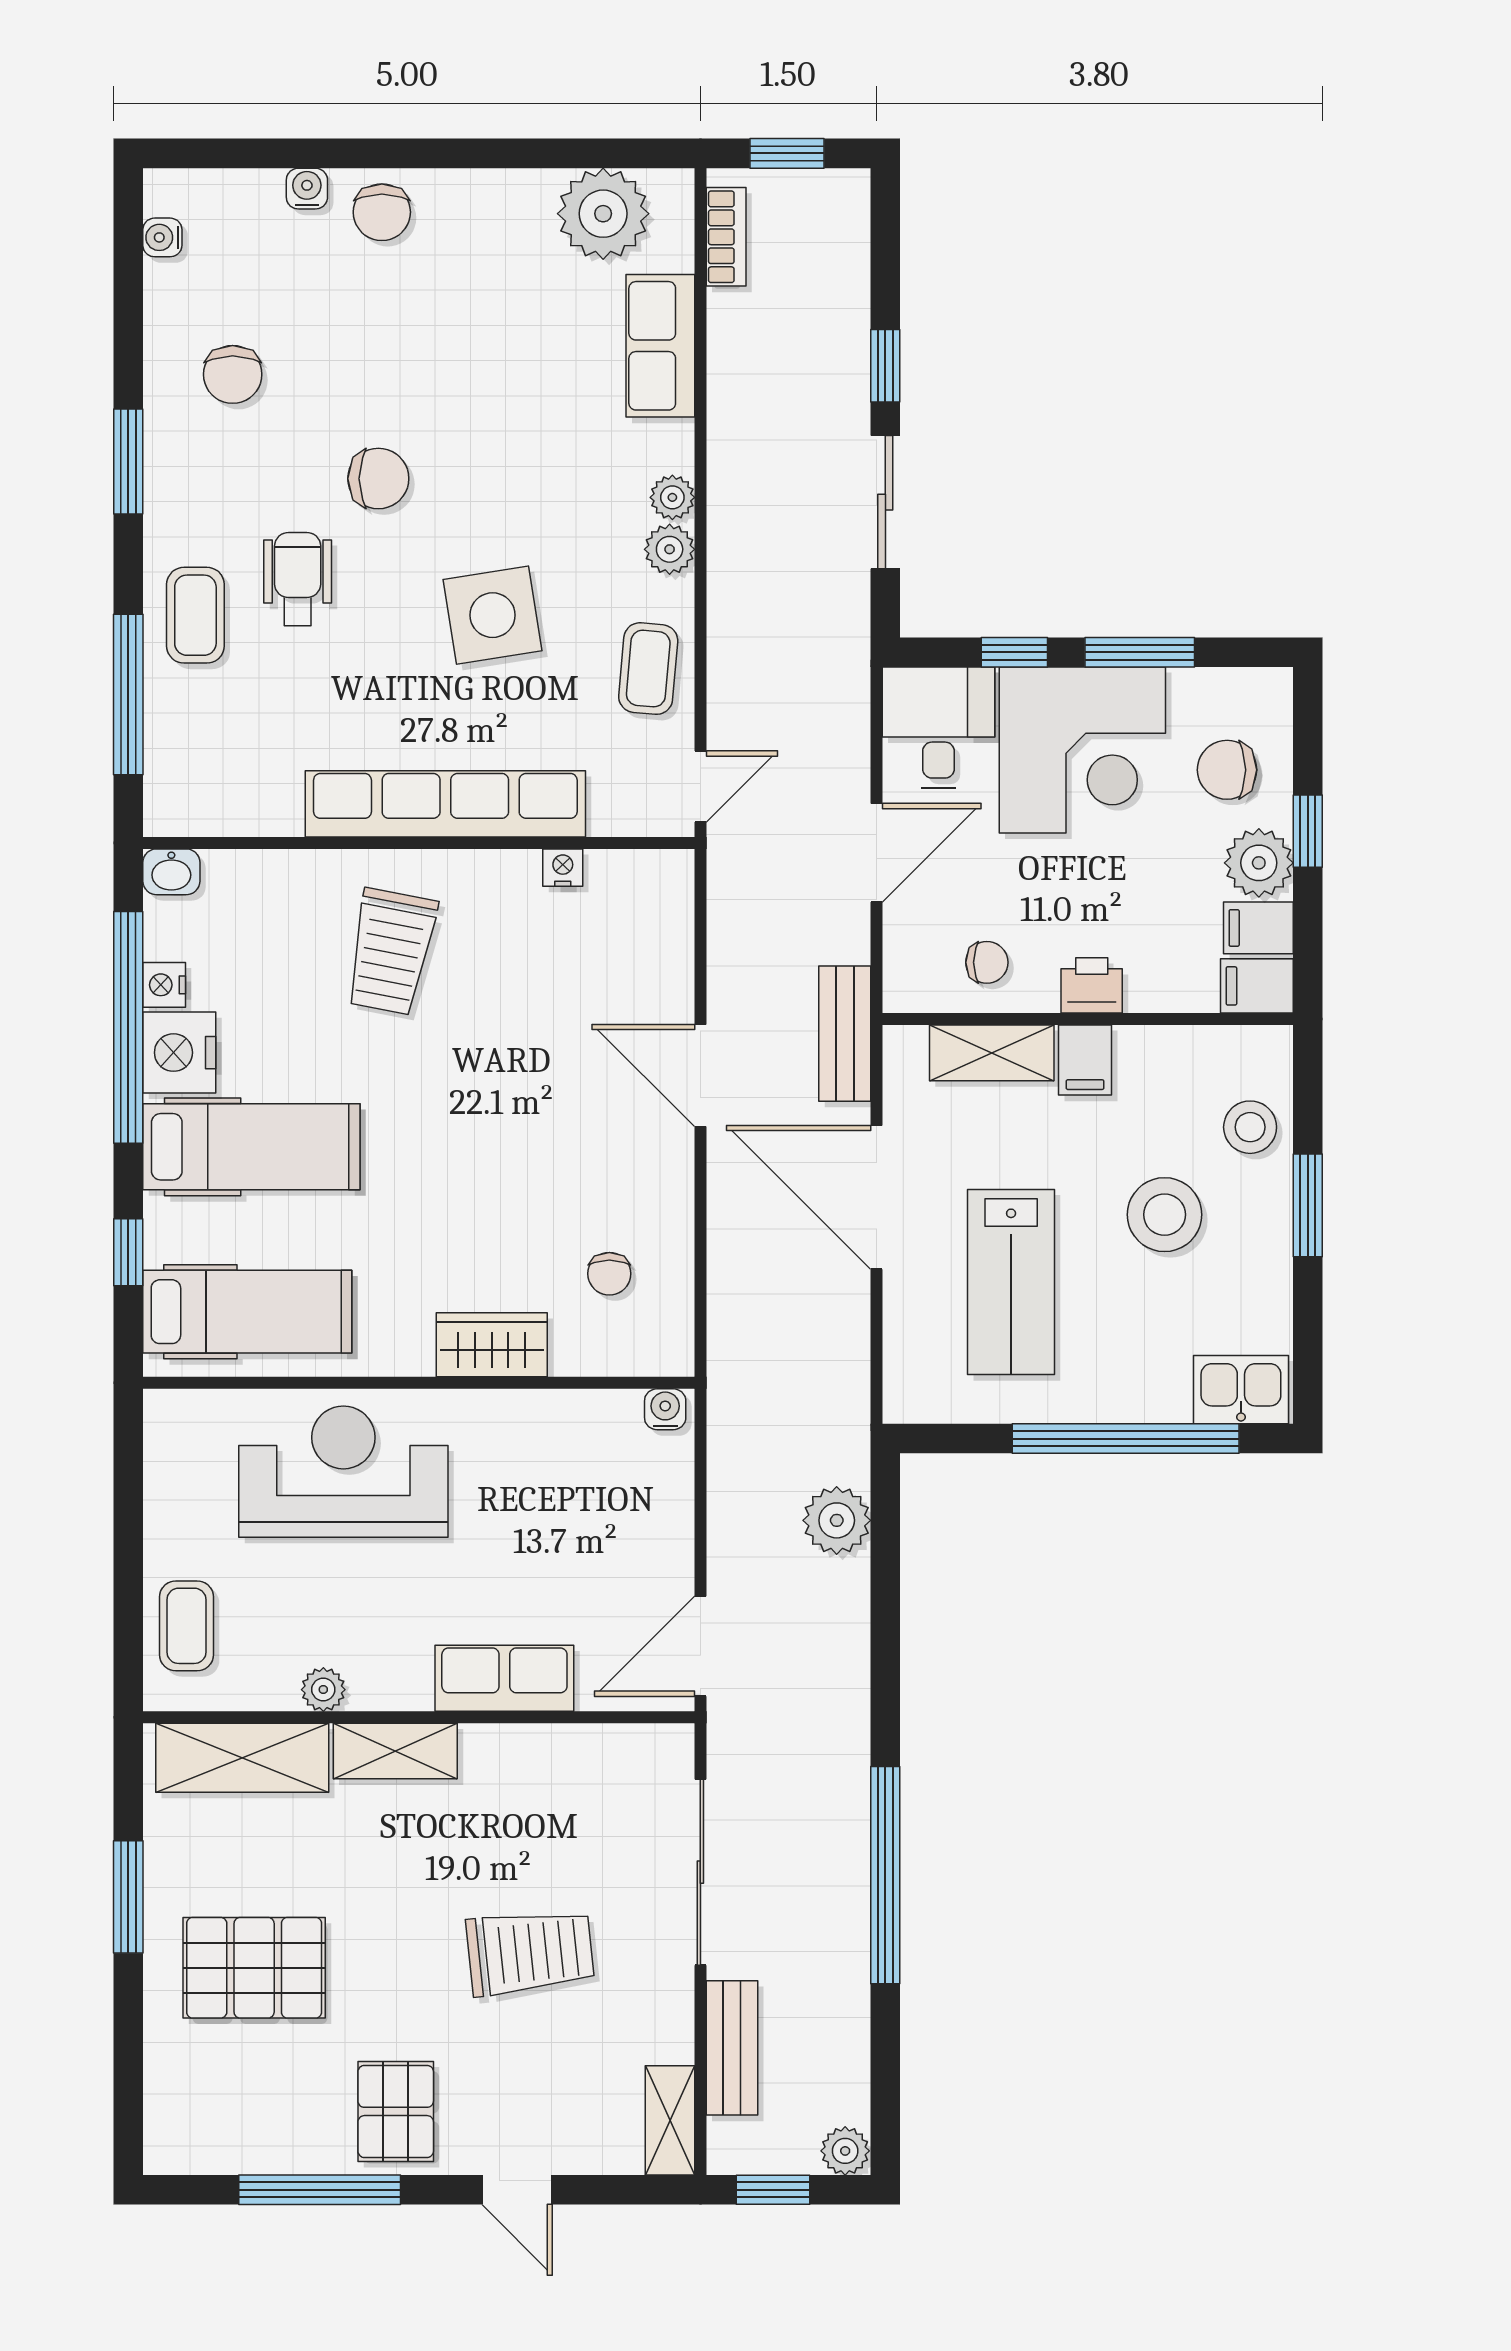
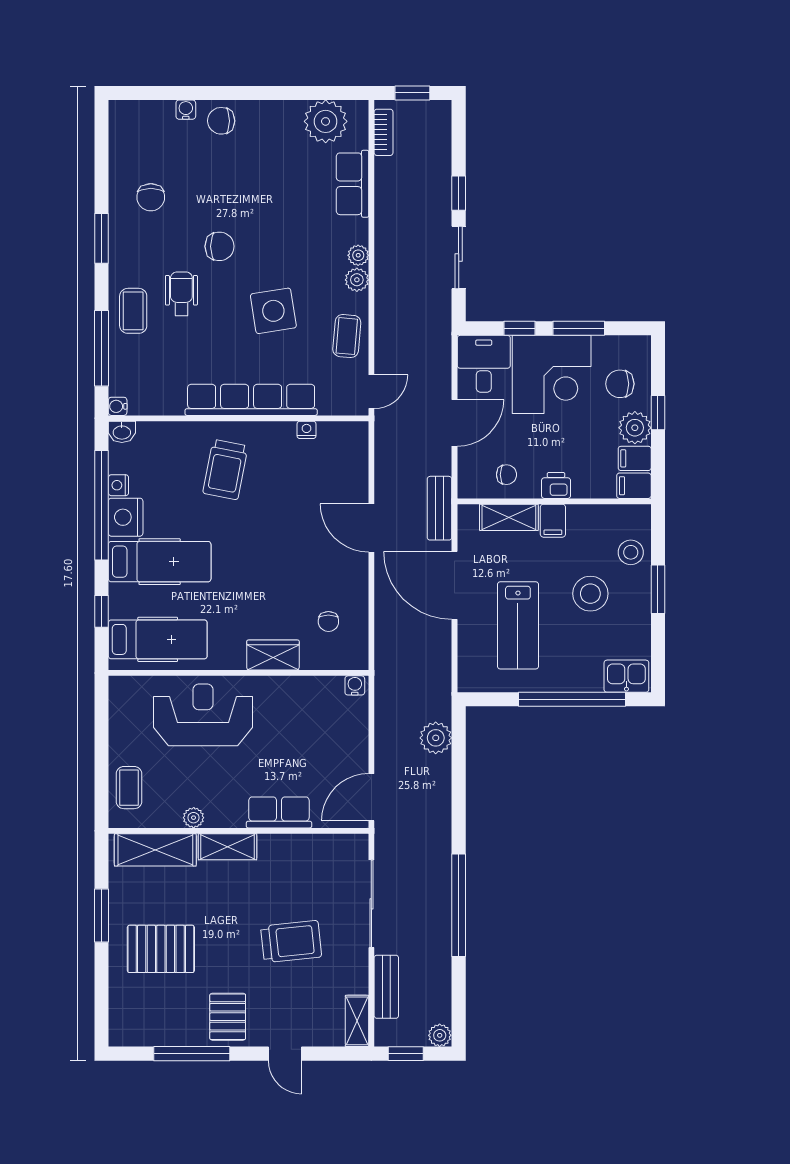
chair: (382, 212) -> (221, 121), turned 90
water cooler: (162, 237) -> (118, 406), moved

